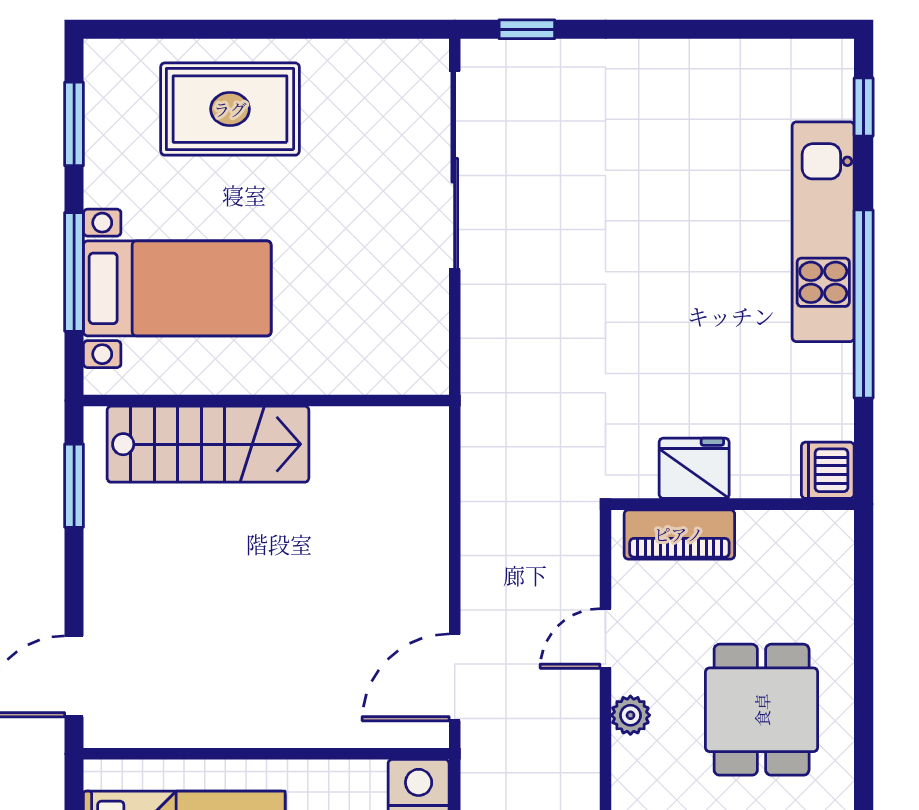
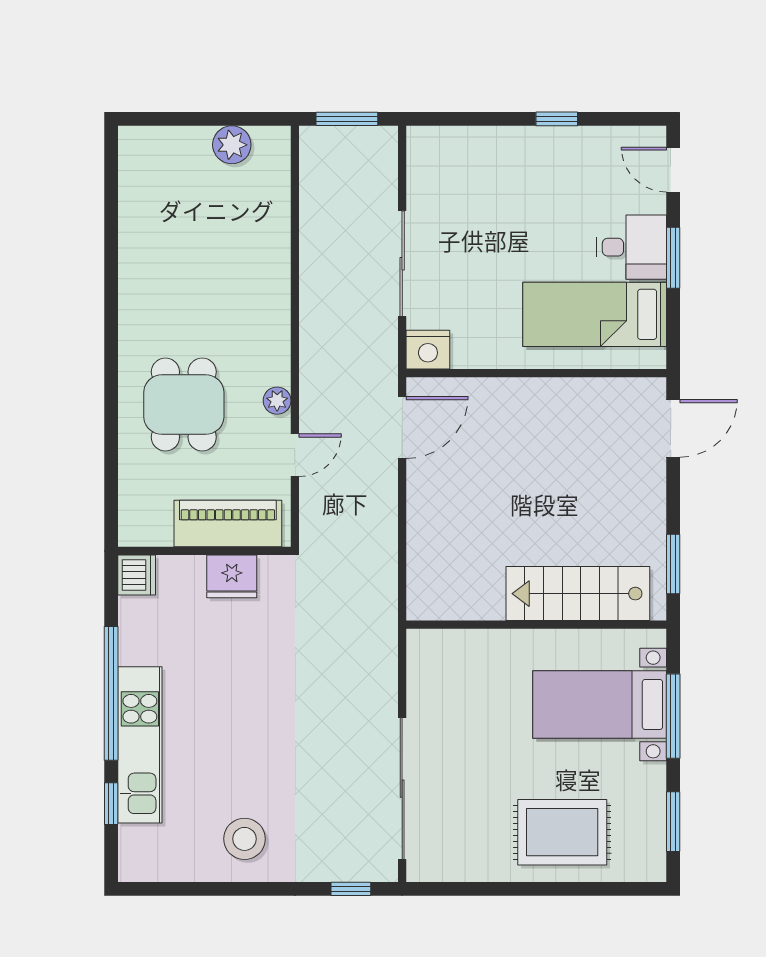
stool: (676, 100) -> (245, 839), added
window: (864, 107) -> (111, 804), moved
piano: (679, 534) -> (228, 524), width x1.37, depth x1.33

